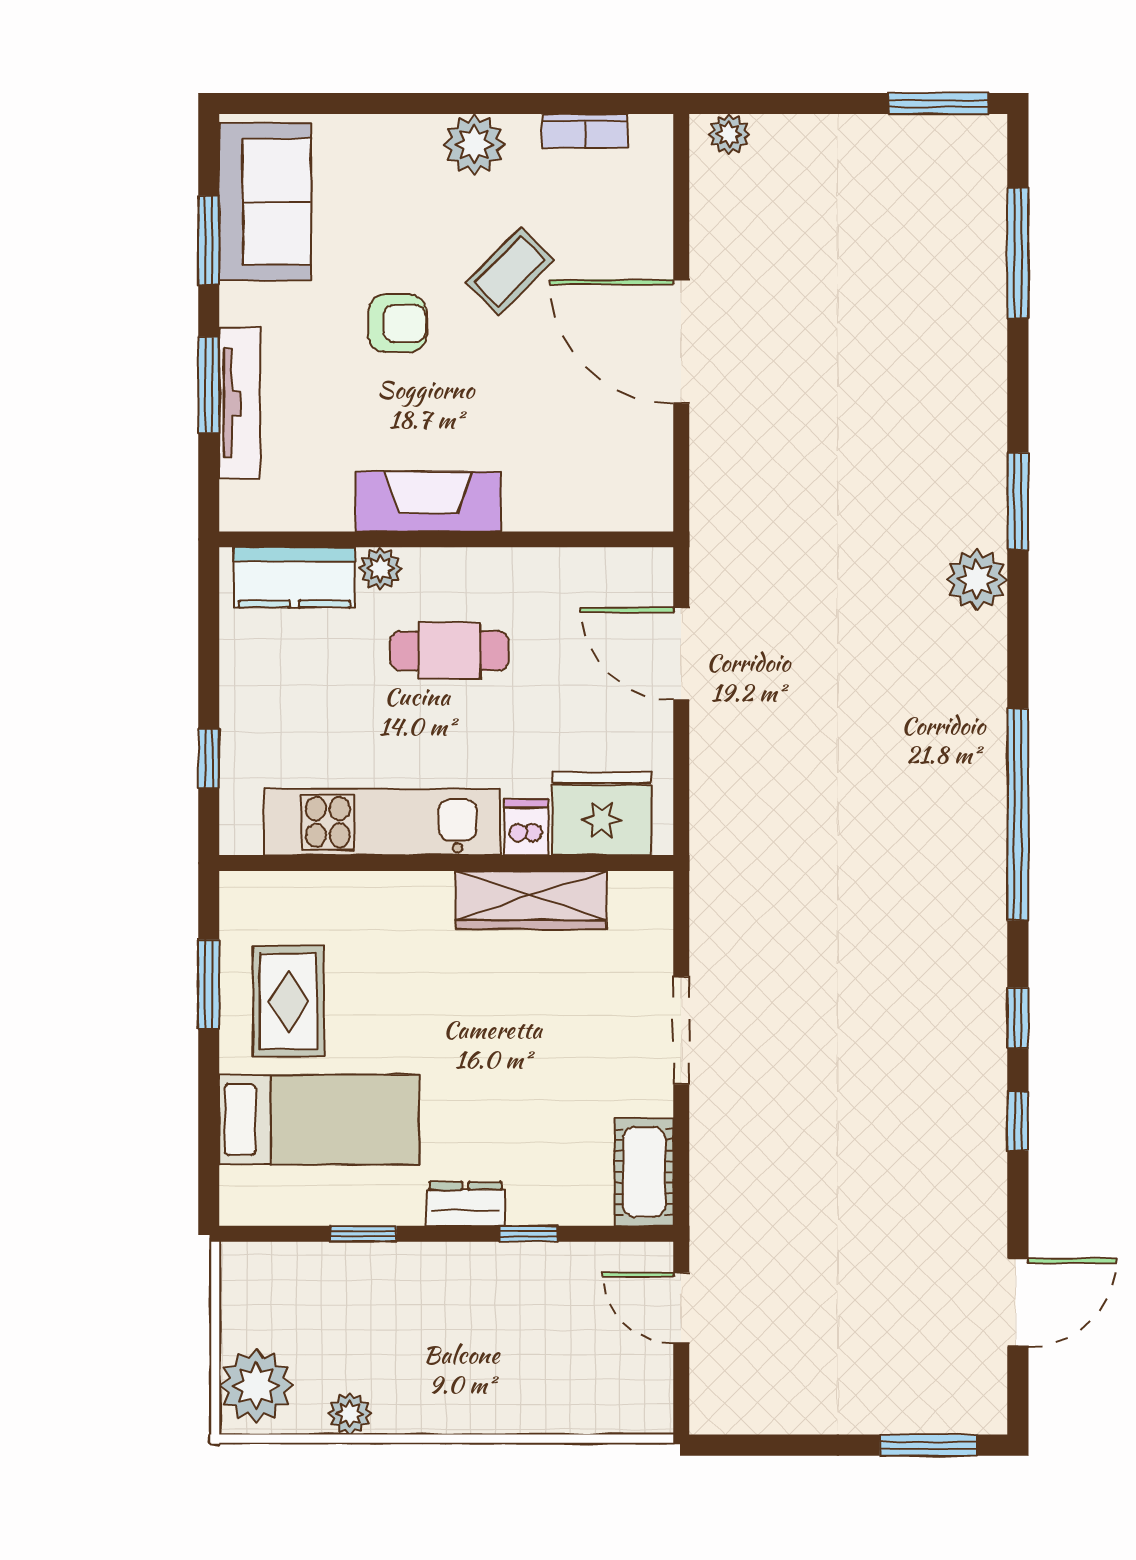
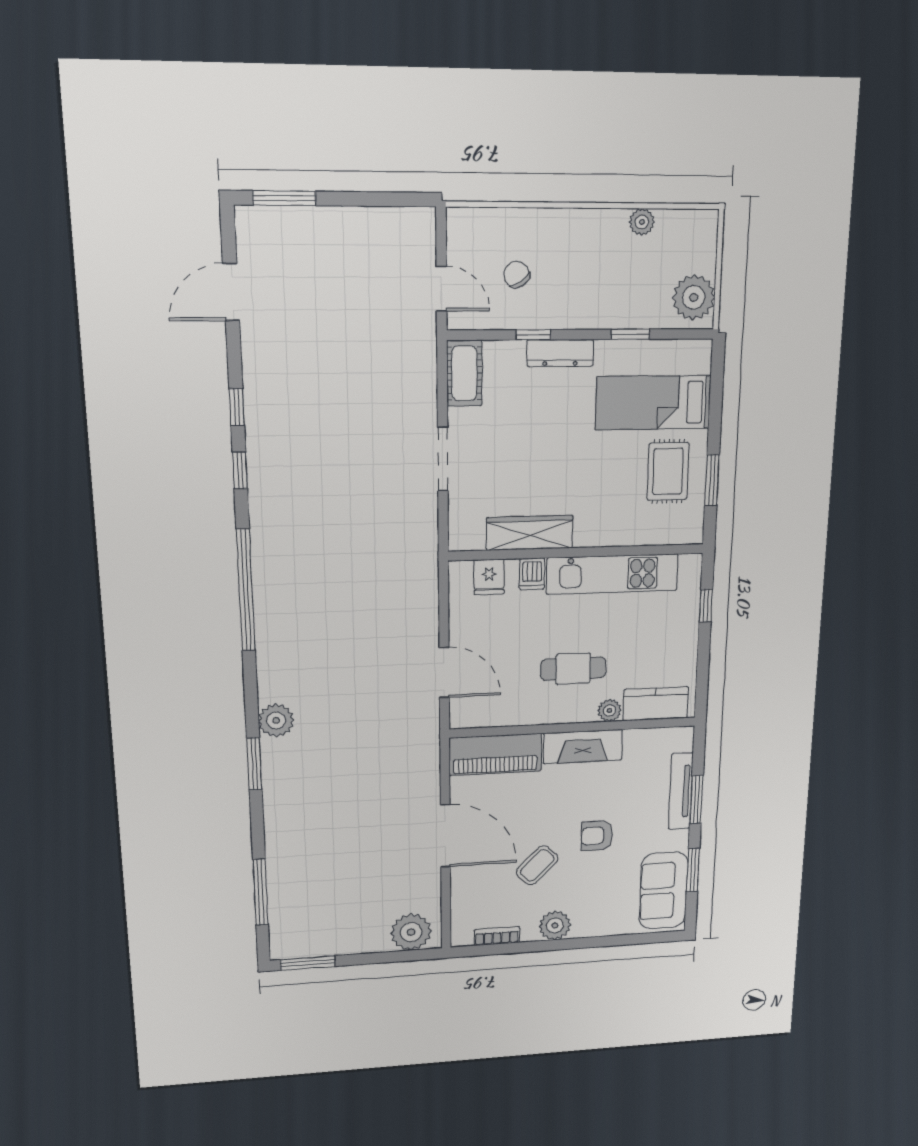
plant: (729, 134) -> (411, 932), width x1.88, depth x1.88
piano: (589, 495) -> (495, 754), added
fridge: (602, 813) -> (489, 577), width x0.53, depth x0.75
dresser: (465, 1204) -> (560, 353), width x1.44
chair: (558, 1330) -> (517, 275), added
plant: (256, 1386) -> (694, 297), moved

